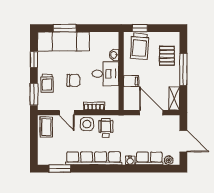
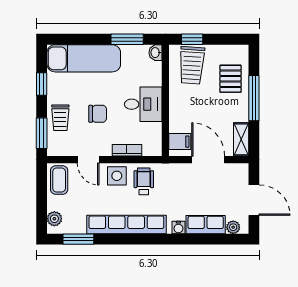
window: (65, 28) -> (127, 39), moved
washbasin: (114, 55) -> (155, 53), moved
filing cabinet: (131, 81) -> (180, 142), moved
plant: (43, 154) -> (54, 219), added

